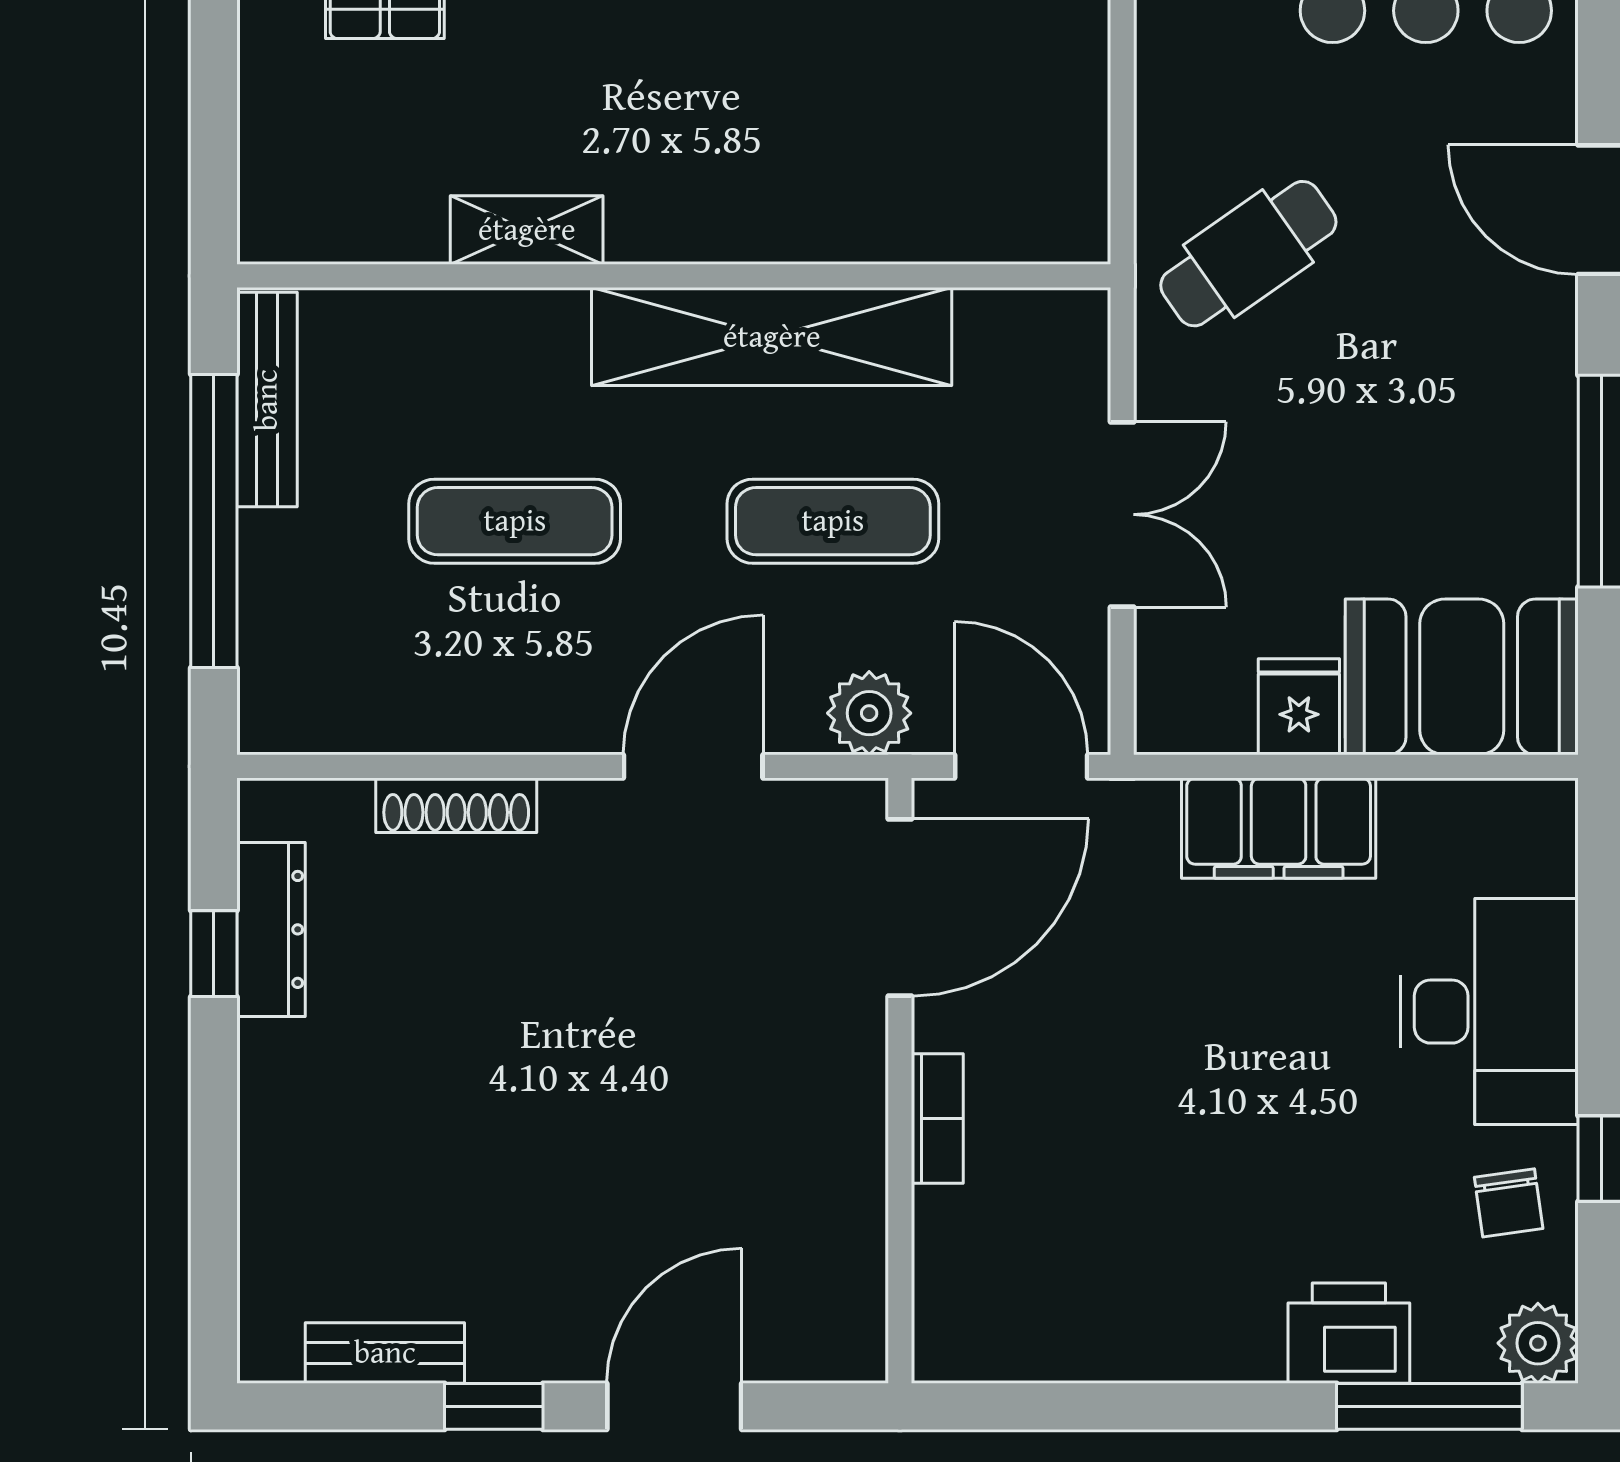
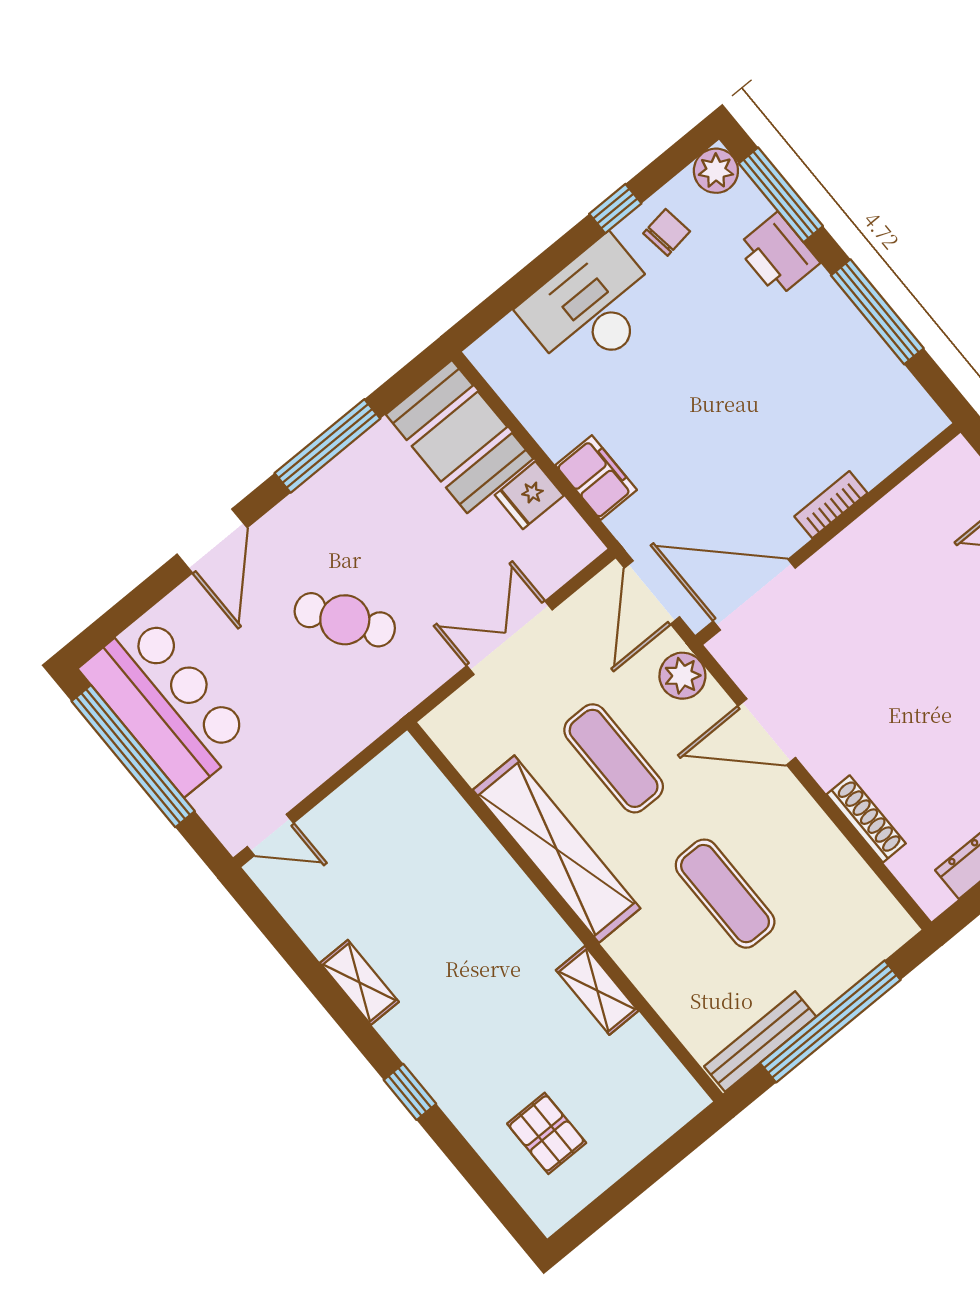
cafe table: (1248, 254) -> (345, 620), moved
filing cabinet: (1279, 828) -> (596, 478), width x0.67, depth x0.86
window: (1154, 1406) -> (877, 312), added

